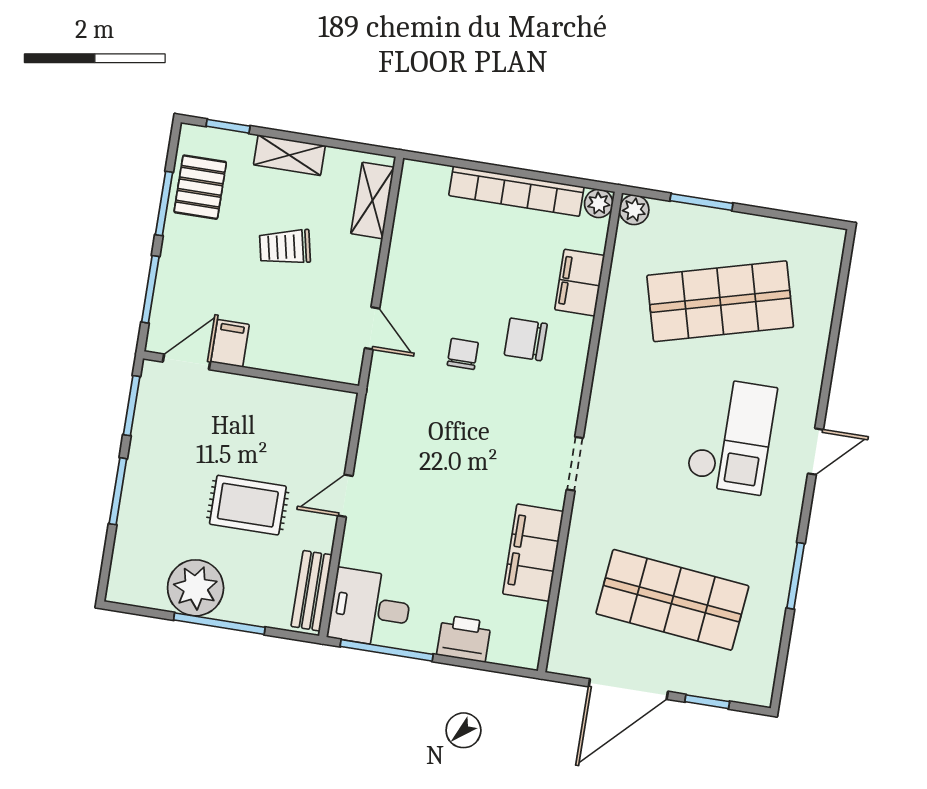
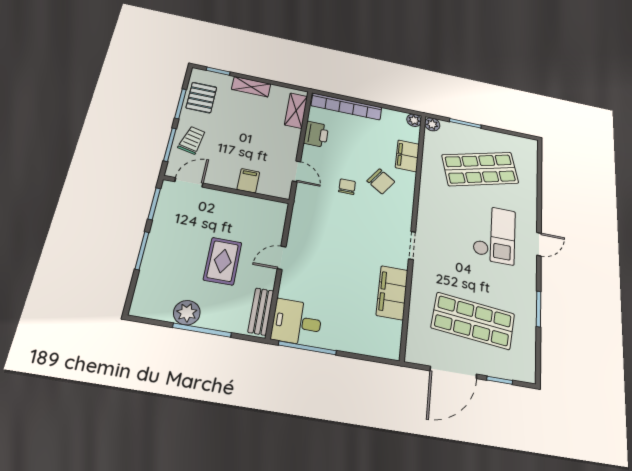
bookcase: (516, 191) -> (347, 107), moved
trolley: (285, 247) -> (192, 140), moved, turned 115
chair: (526, 339) -> (381, 181), turned -146
filing cabinet: (230, 343) -> (248, 181), moved
rug: (248, 505) -> (223, 261), turned 90
plant: (196, 588) -> (187, 313), width x0.73, depth x0.73
printer: (464, 639) -> (316, 134), moved, turned 90

